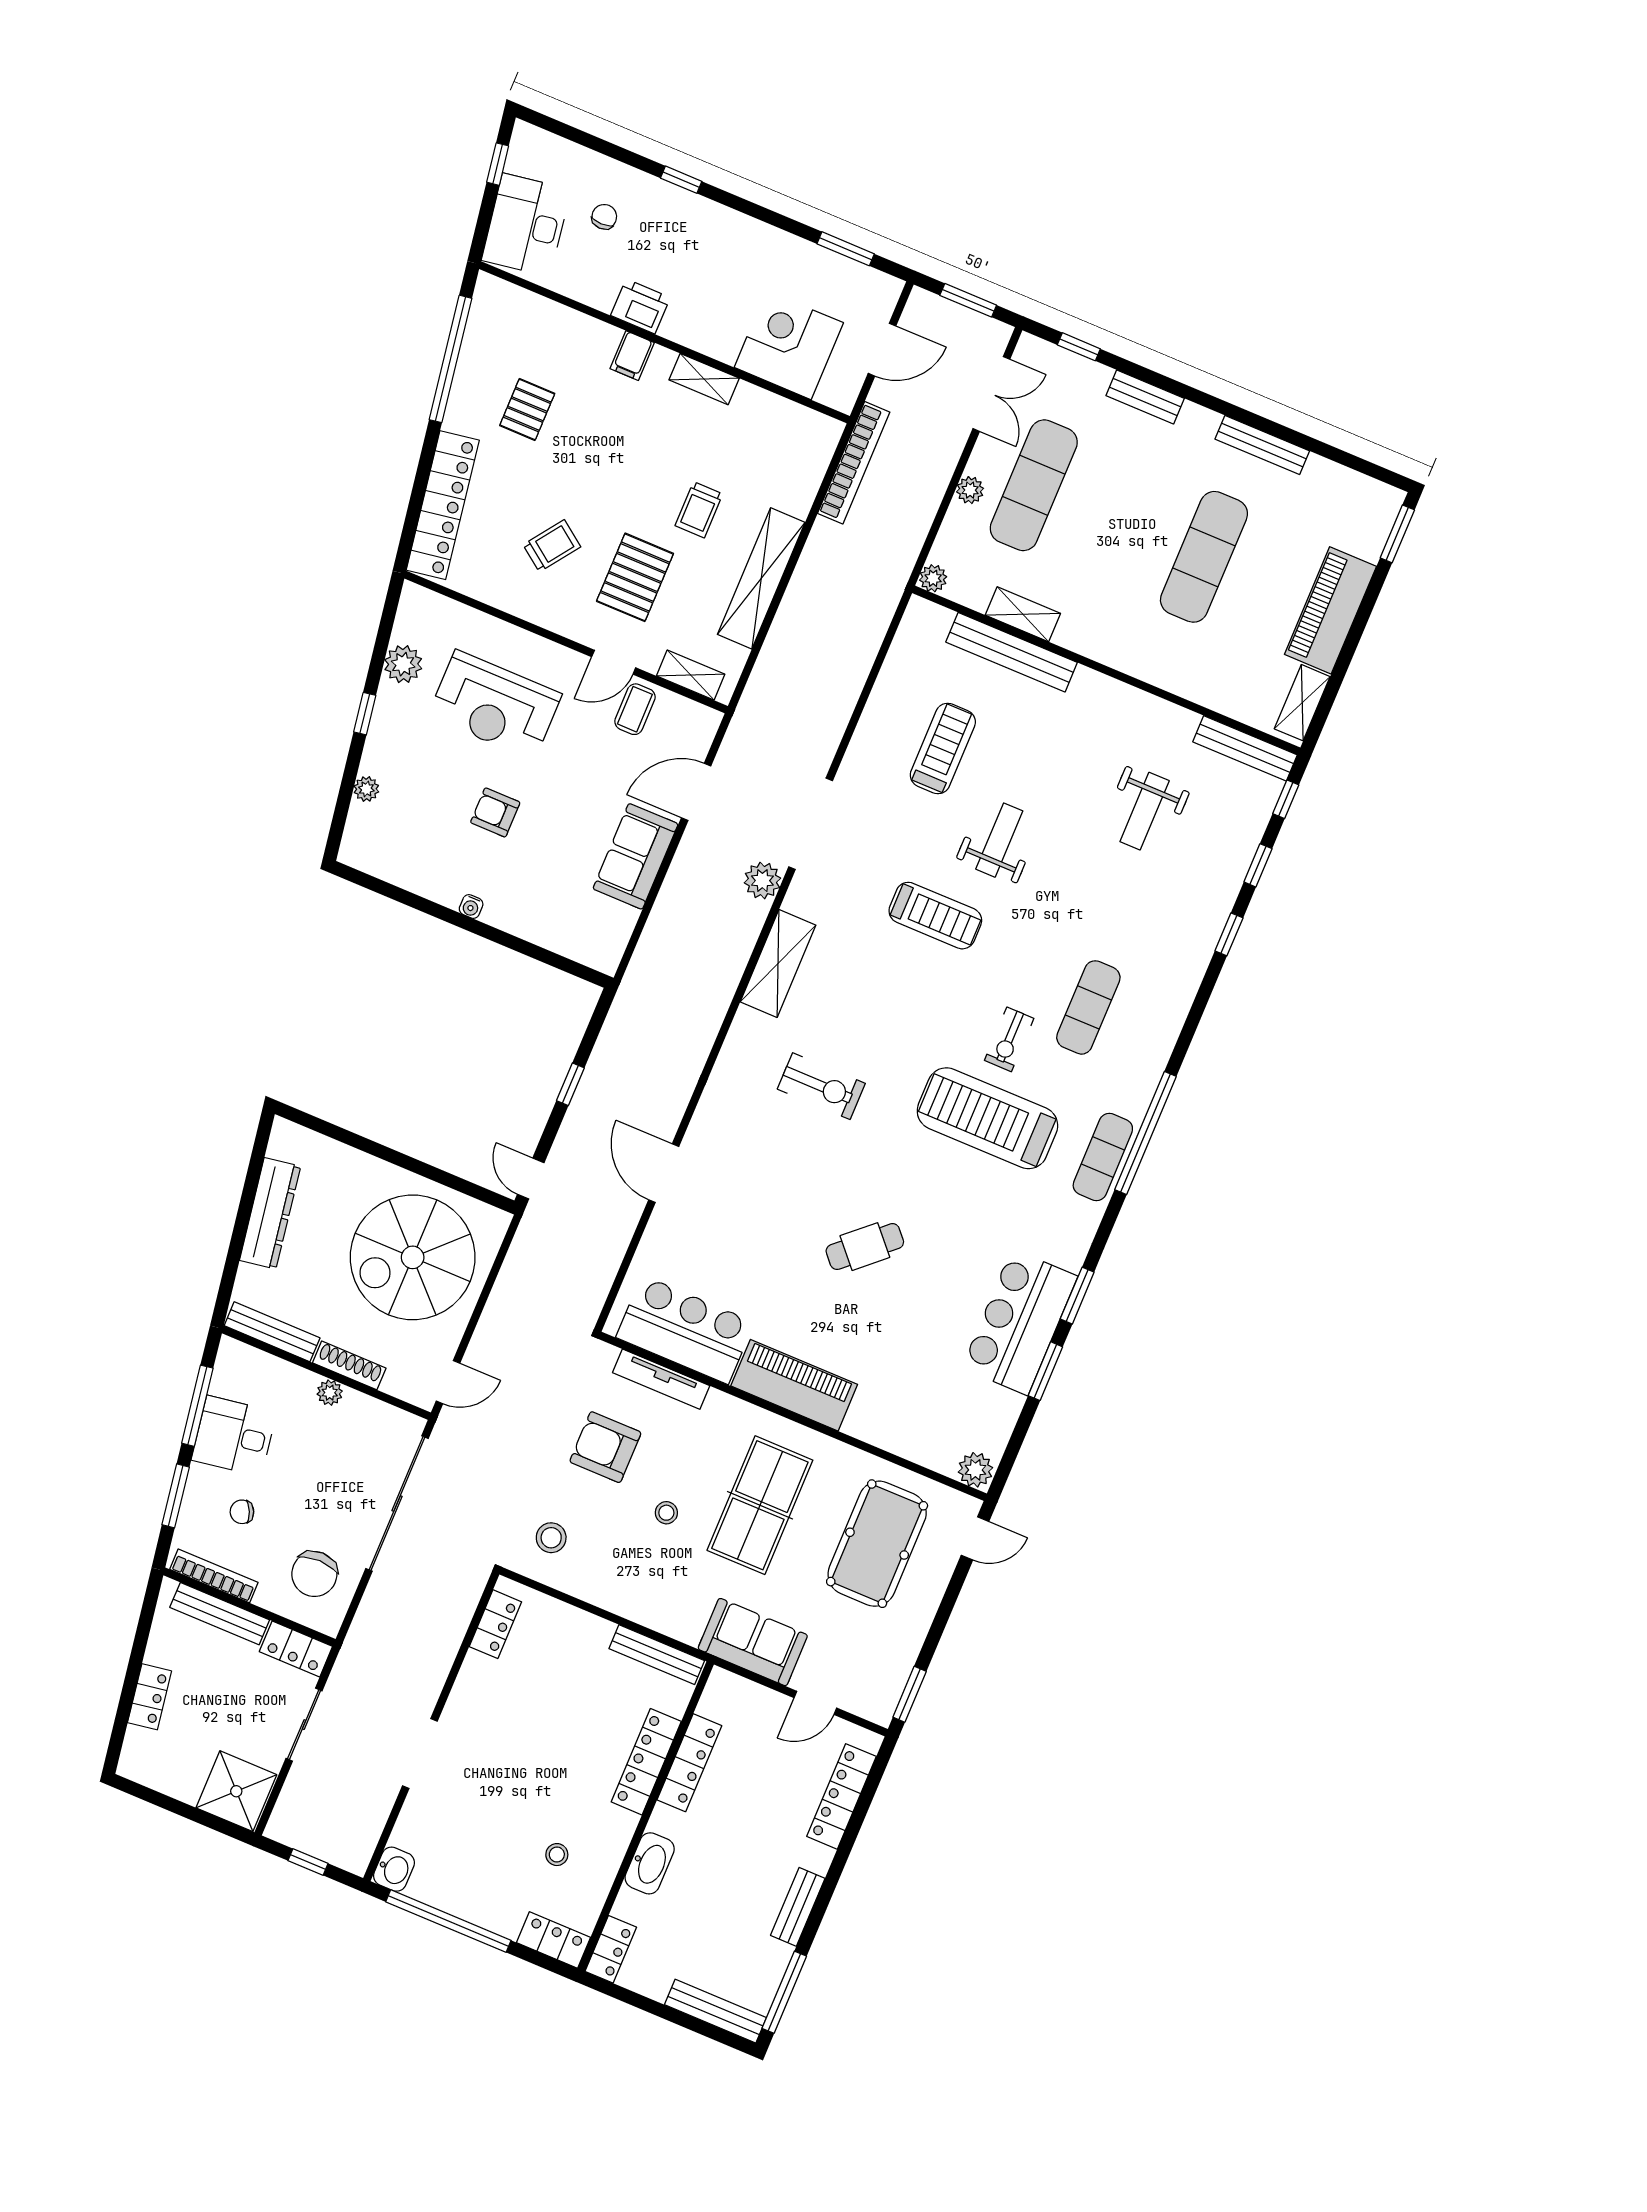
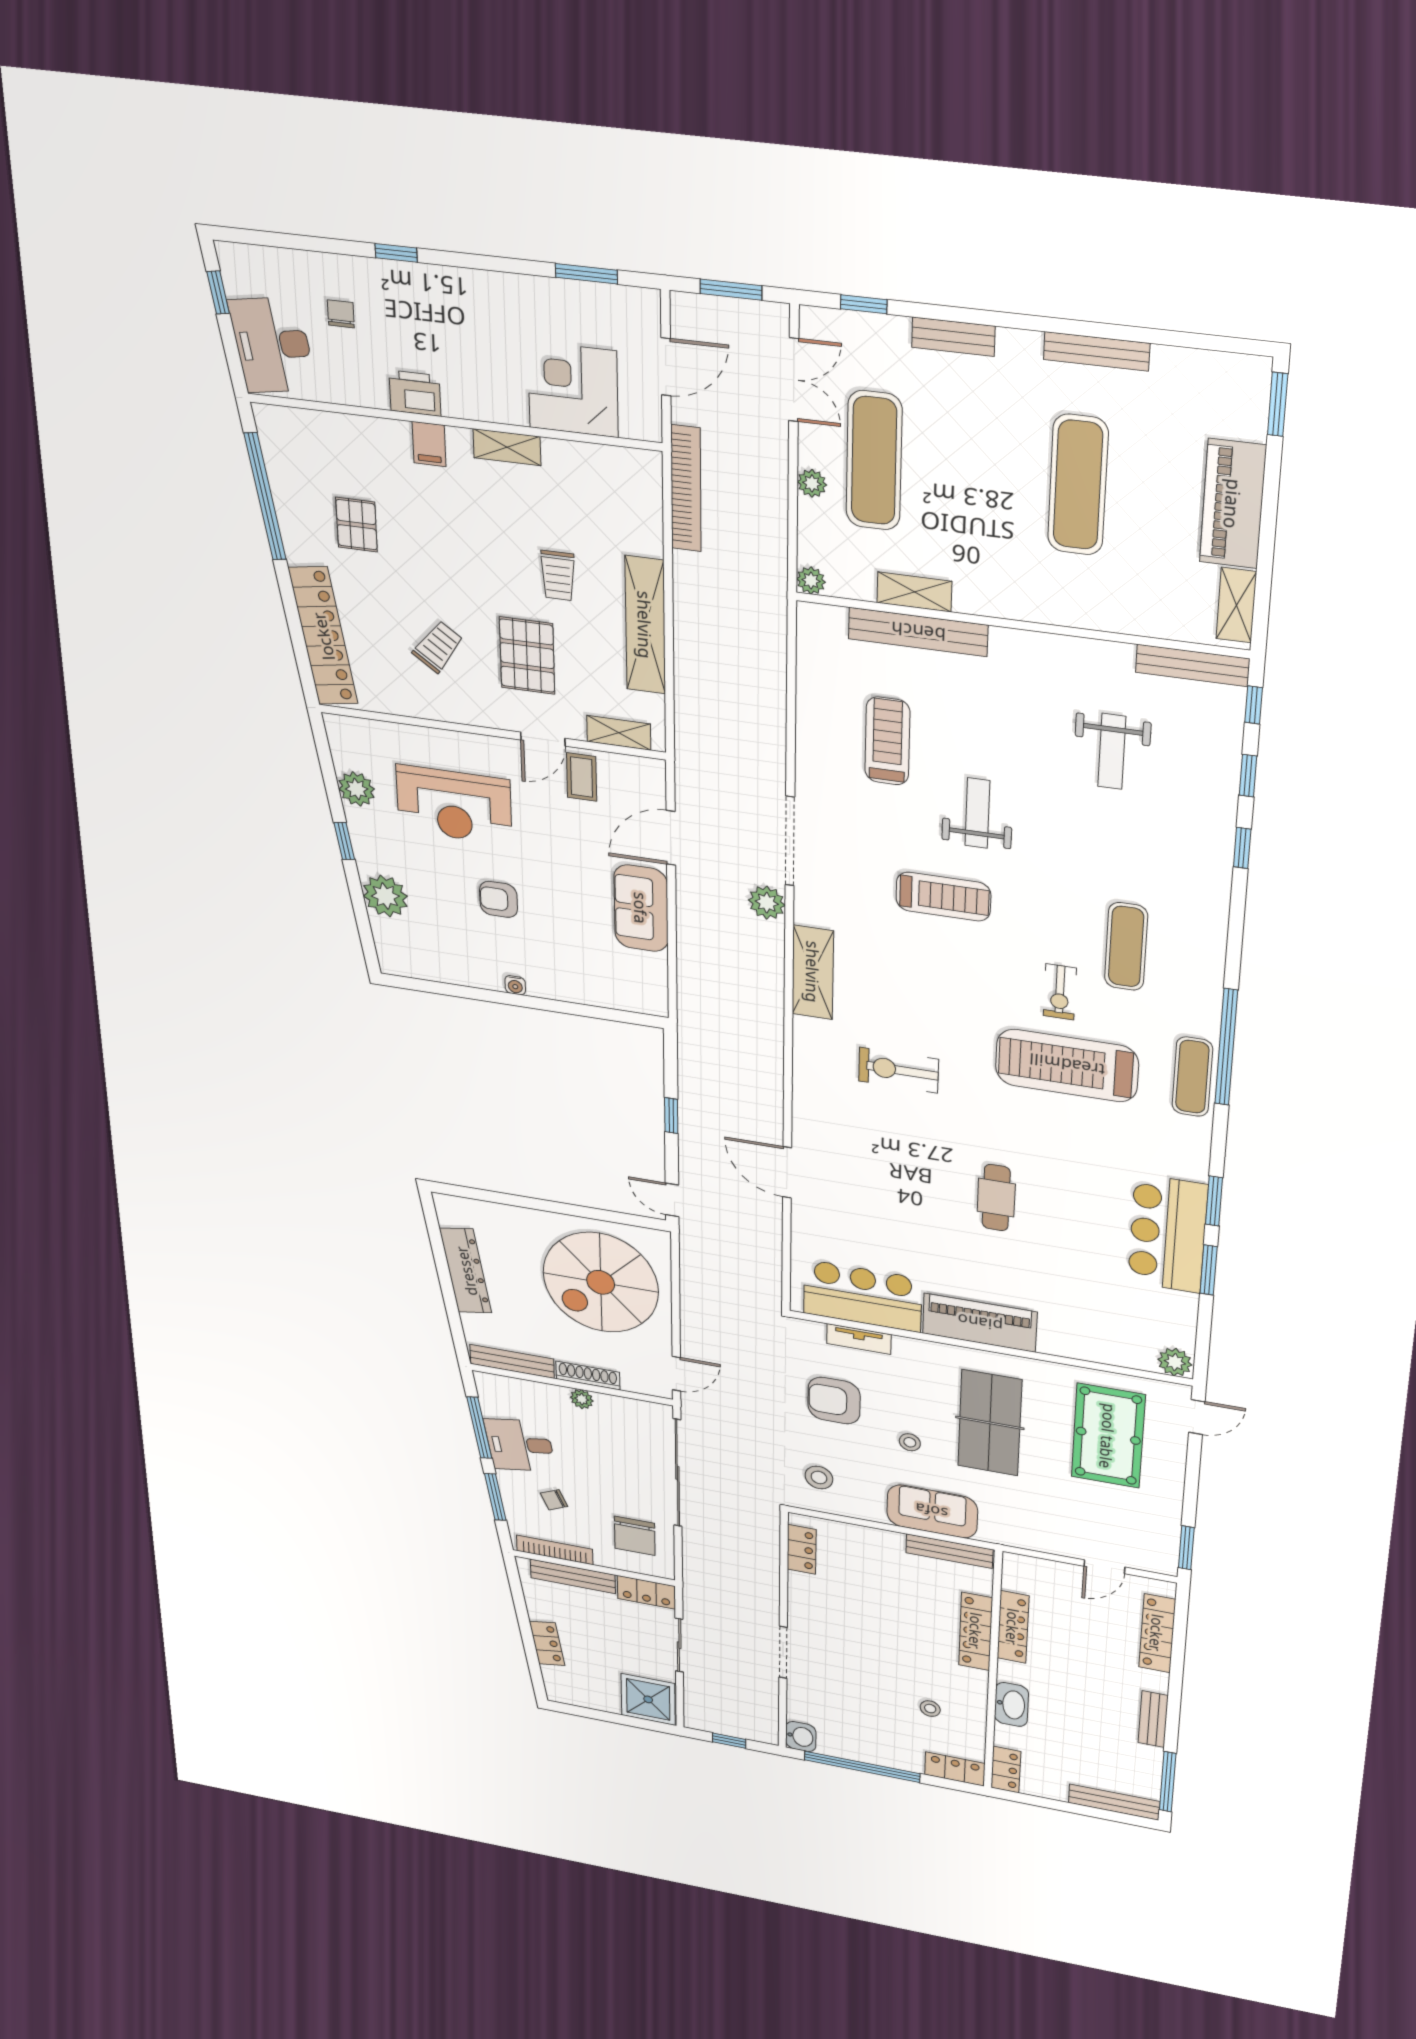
plant: (366, 789) -> (385, 896), width x1.88, depth x1.88
exercise bike: (821, 1086) -> (899, 1070), turned 180
cafe table: (865, 1247) -> (996, 1198), turned -48
tv unit: (661, 1379) -> (859, 1339), width x0.71
sofa: (753, 1642) -> (932, 1511), moved

